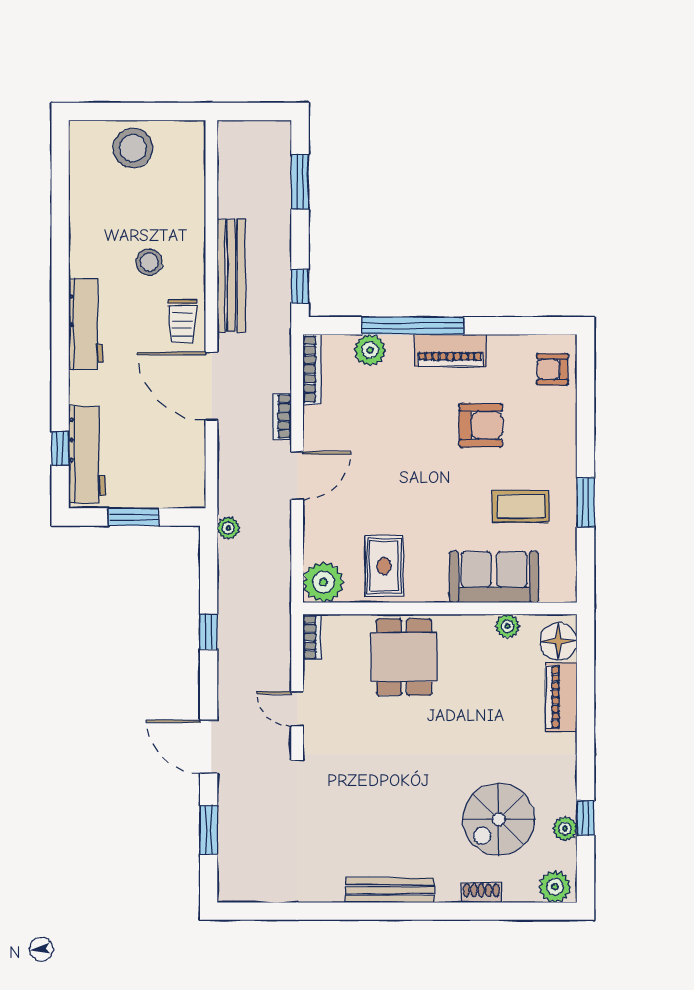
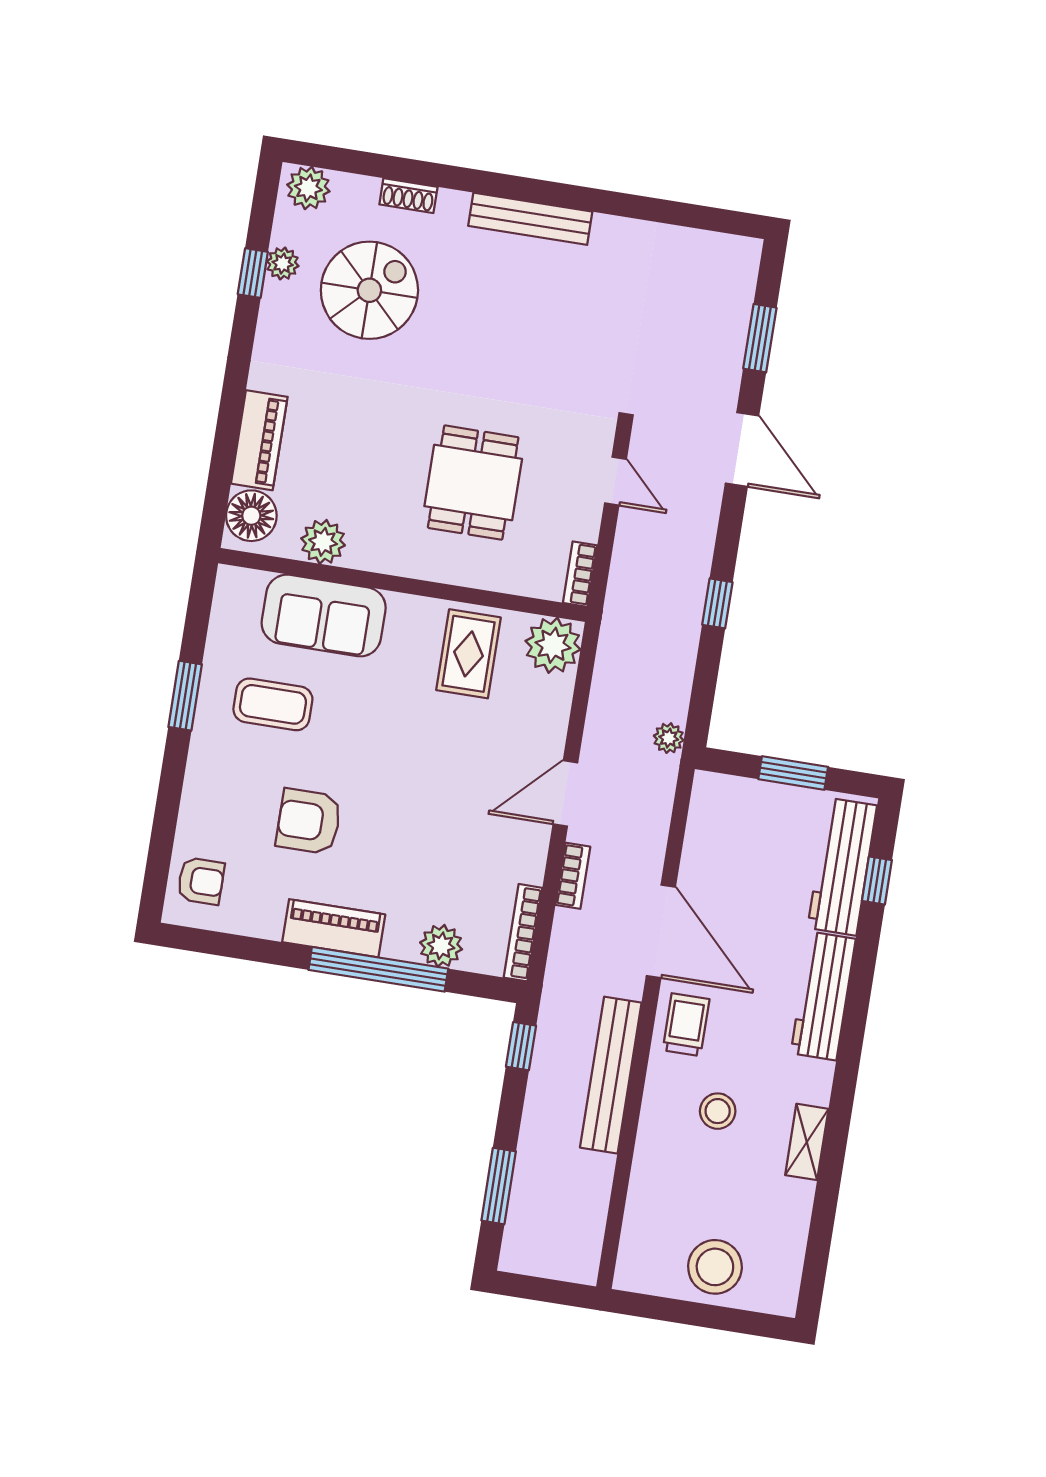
shelving: (81, 250) -> (807, 1142), added
workbench: (86, 324) -> (823, 996), moved
plant: (508, 626) -> (323, 542), width x1.38, depth x1.38
dining table: (404, 657) -> (473, 483), moved

